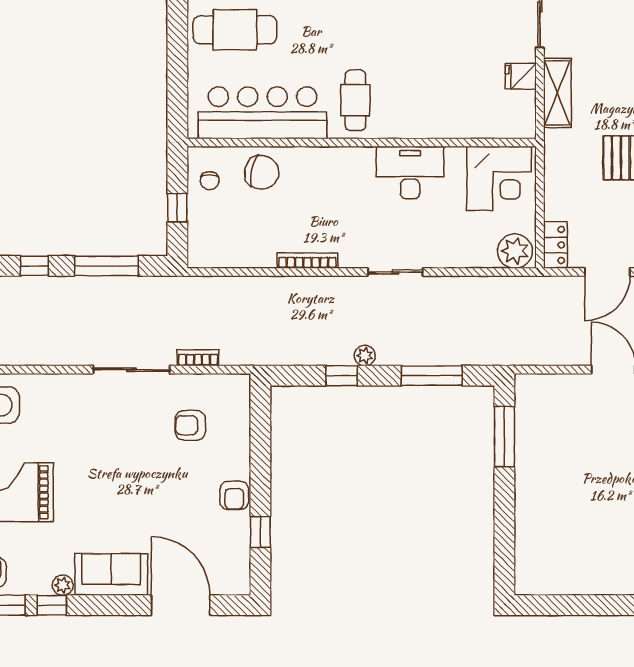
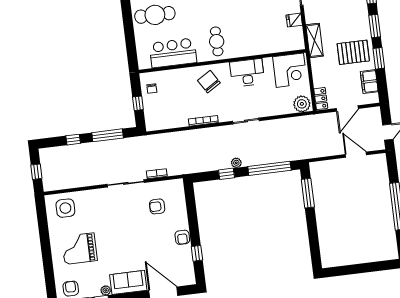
shelving: (557, 93) -> (315, 40), moved
bar counter: (262, 113) -> (173, 53), width x0.73
chair: (262, 172) -> (209, 82), moved, turned -135
window: (432, 376) -> (269, 168), width x1.46

